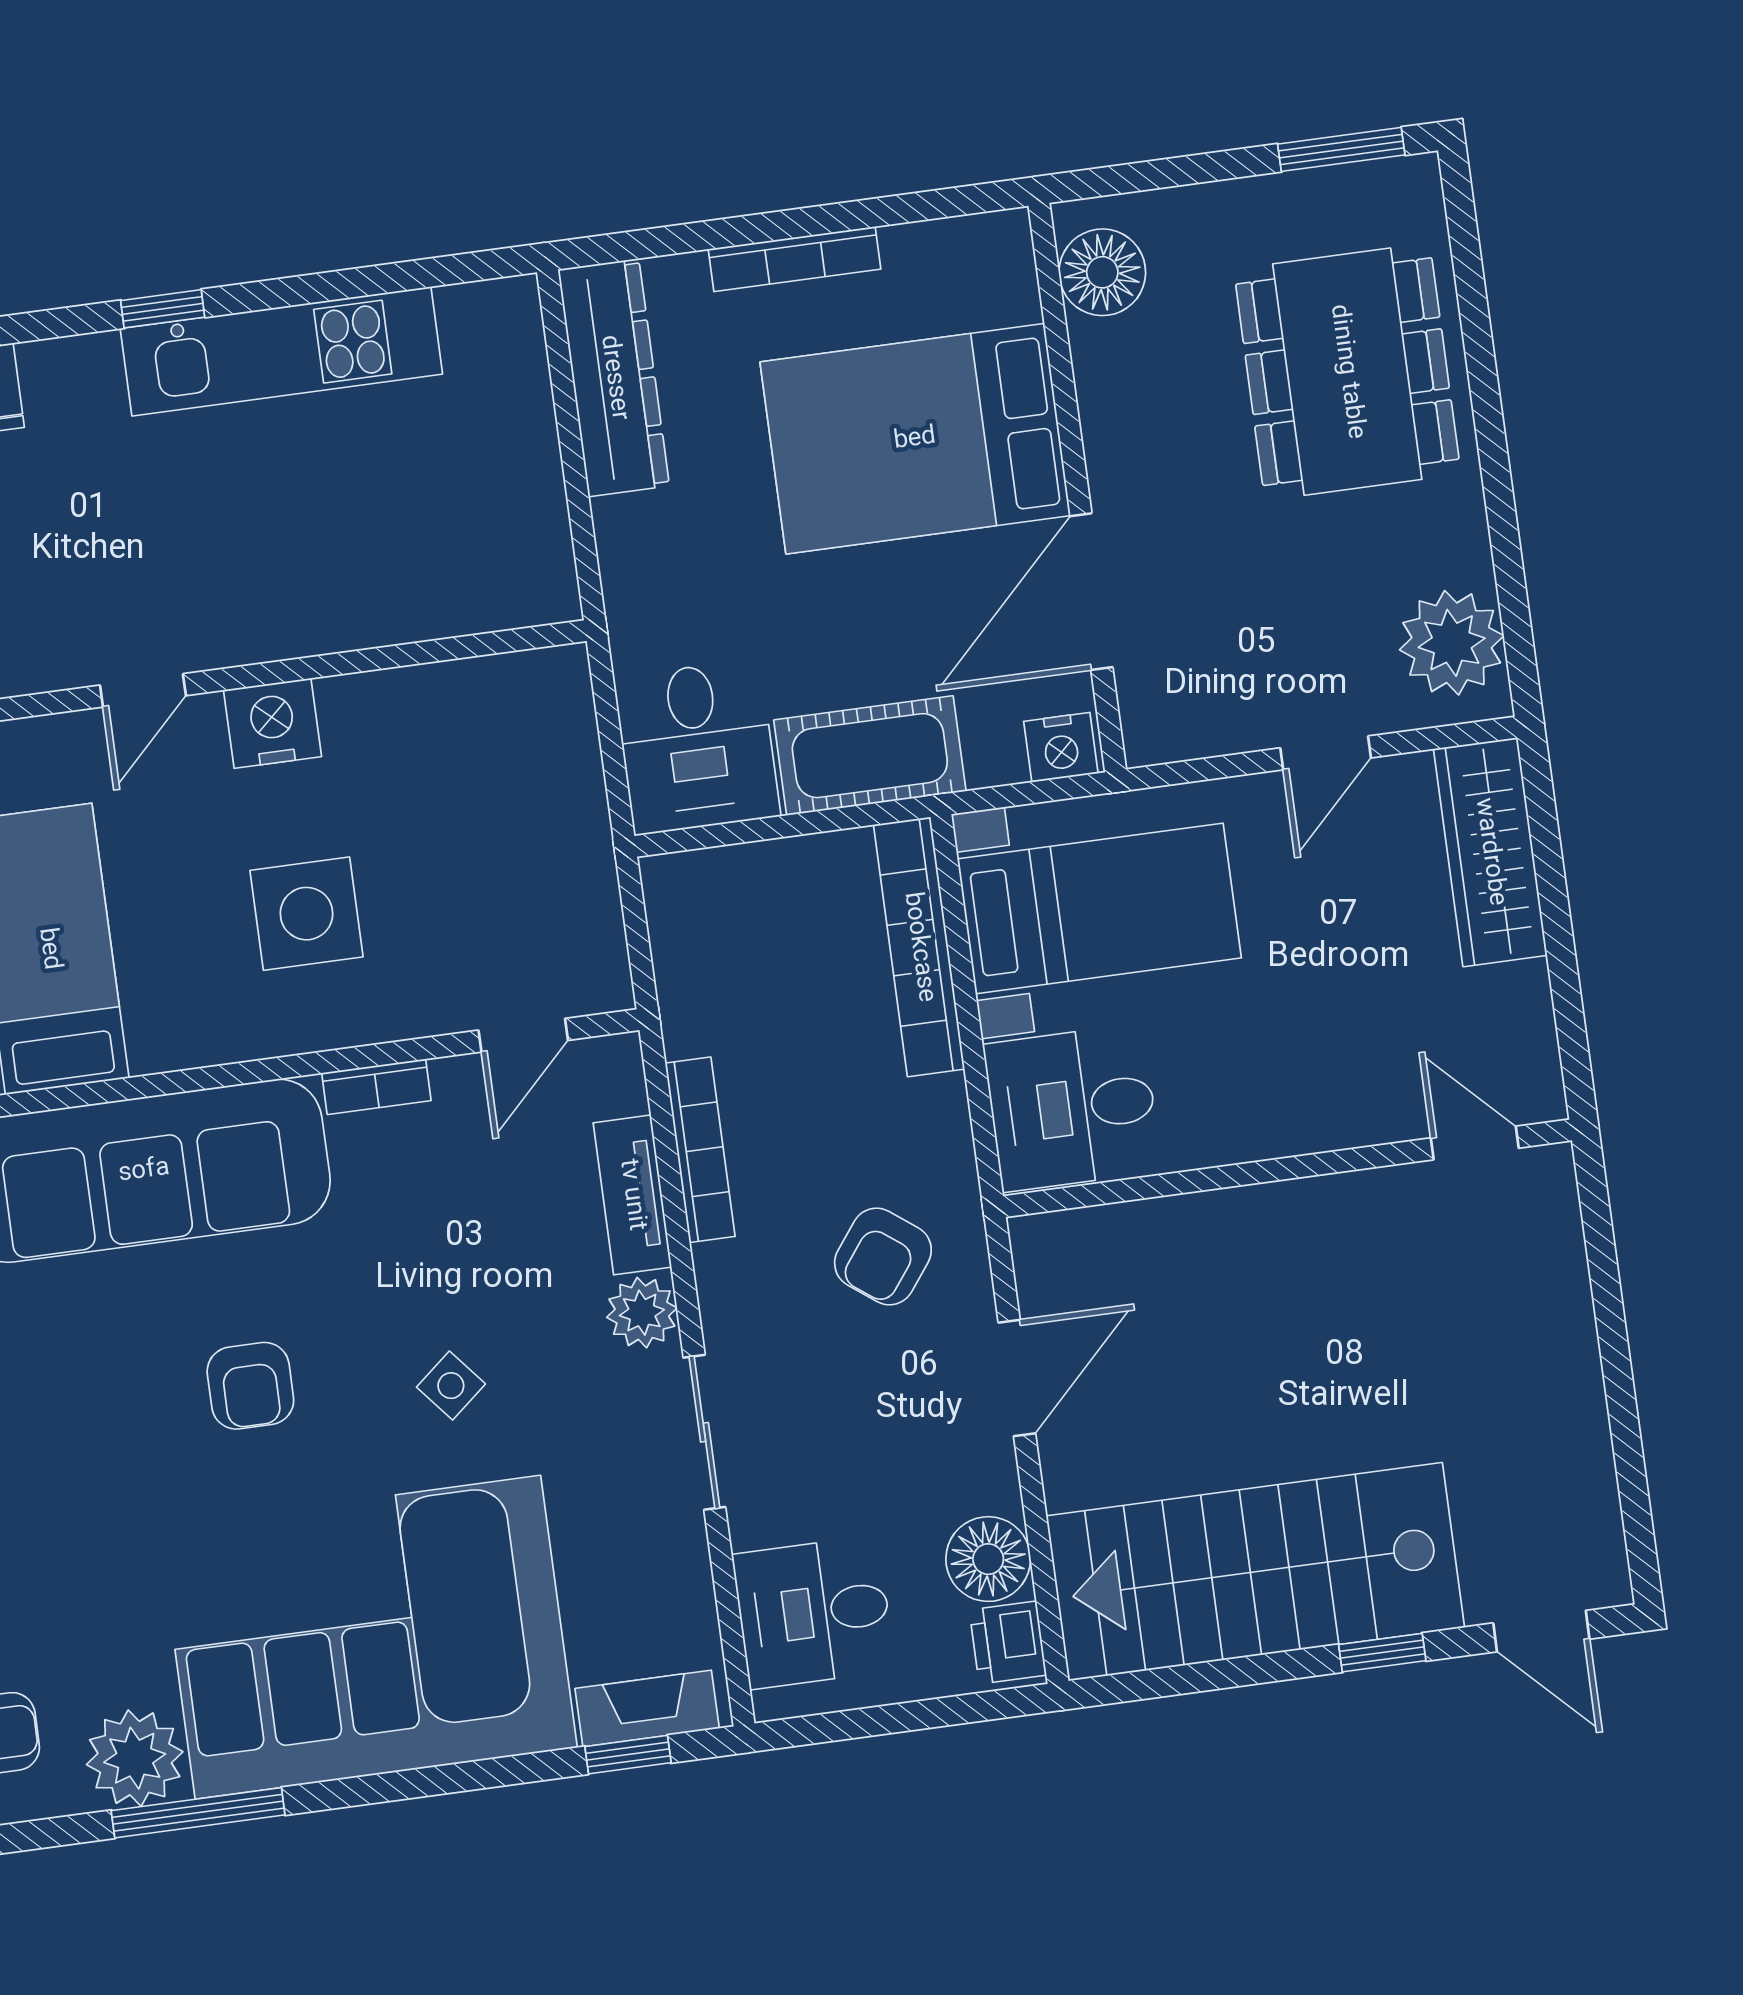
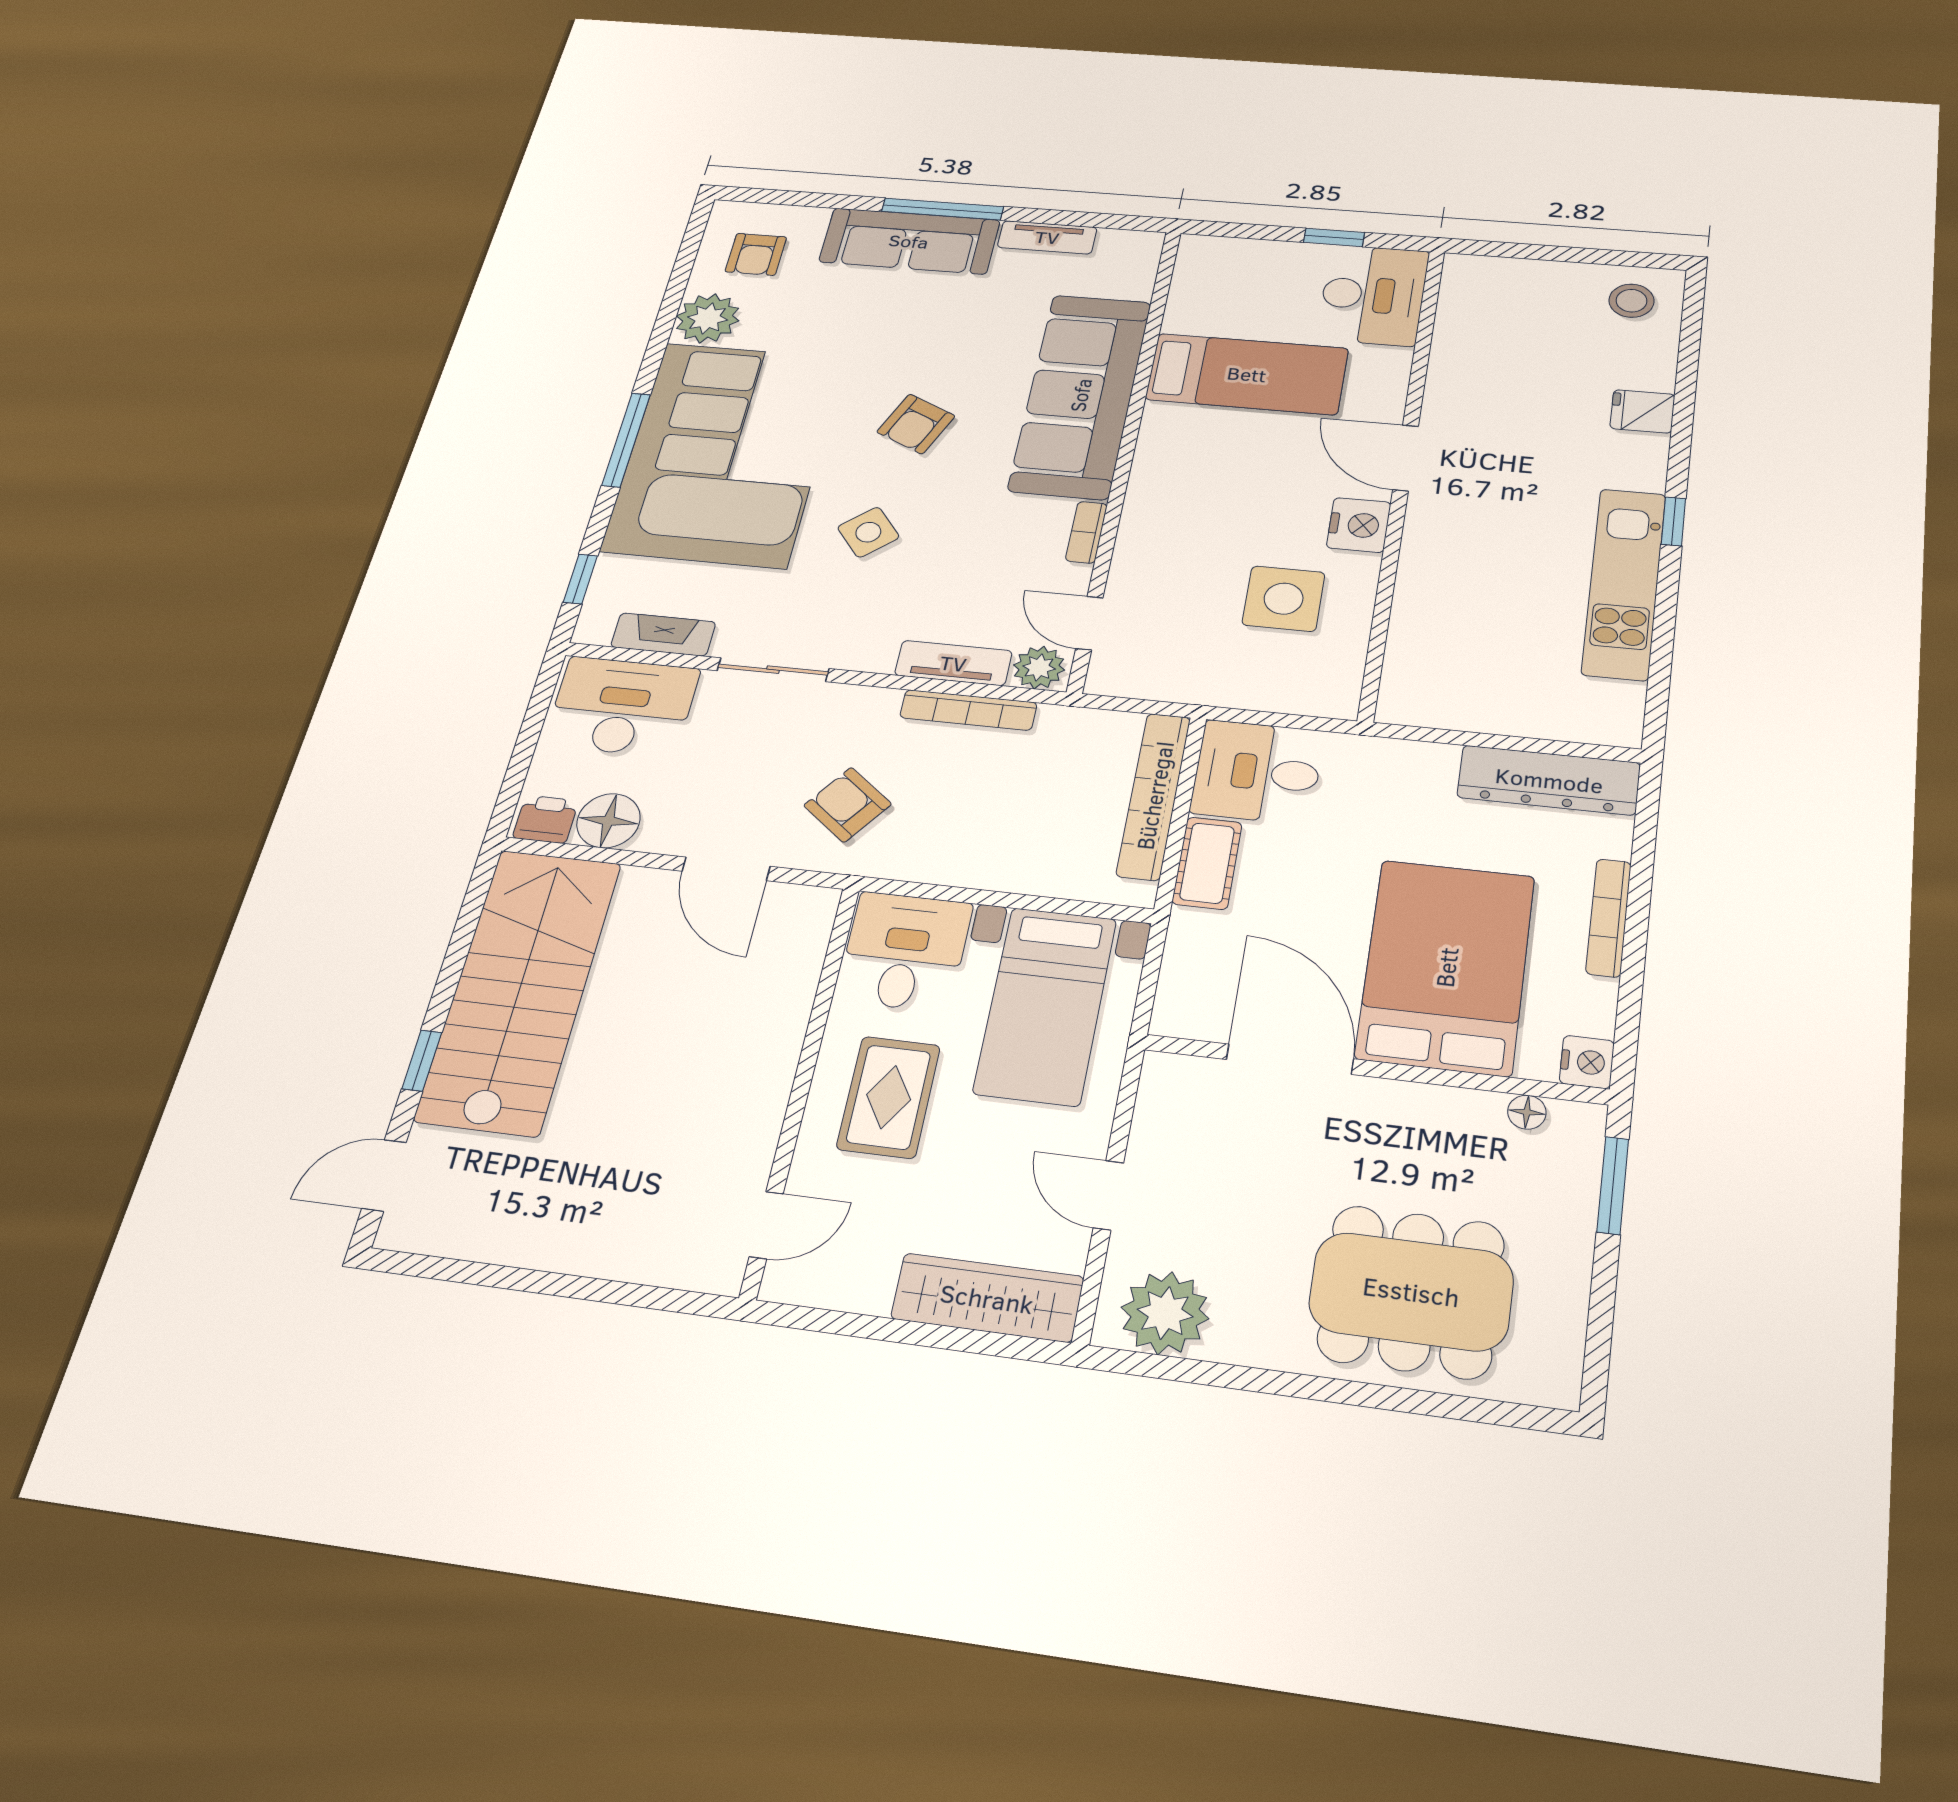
window: (1341, 149) -> (1613, 1185), moved
floor lamp: (1102, 272) -> (1527, 1112), width x0.53, depth x0.53
door: (143, 690) -> (1406, 458), width x1.38
nightstand: (1061, 747) -> (1587, 1062), moved, turned 180
cot: (870, 756) -> (1207, 863), width x0.73, depth x0.75
side table: (306, 914) -> (1284, 599), moved
bookcase: (919, 947) -> (1154, 796), moved, turned -90
rug: (1273, 1057) -> (889, 1097), added
plant: (642, 1313) -> (1039, 667), moved
armchair: (250, 1386) -> (916, 424), turned -66
side table: (451, 1386) -> (868, 532), width x1.37, depth x1.37
desk: (814, 1612) -> (622, 707), width x1.37
fireplace: (647, 1708) -> (663, 634), moved, turned -90
window: (198, 1813) -> (626, 440), moved

